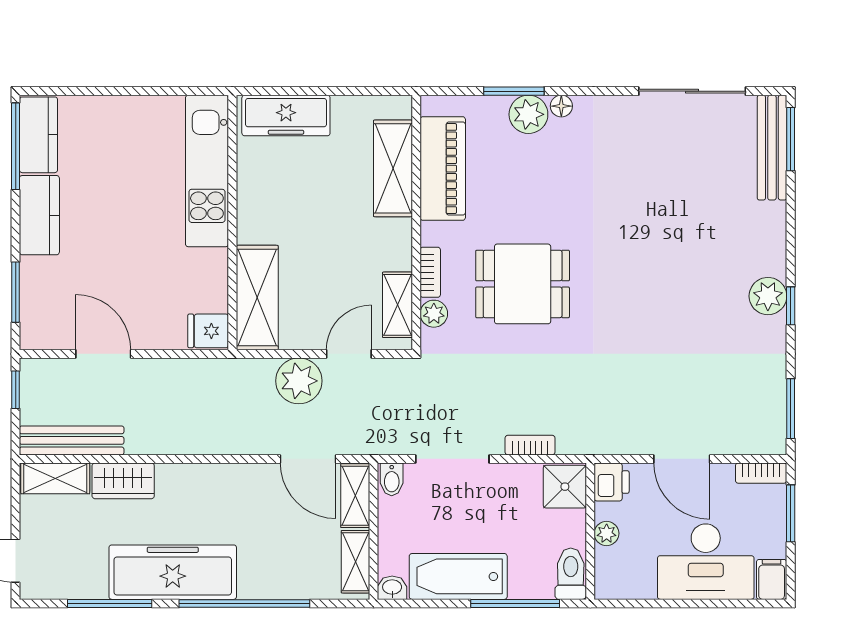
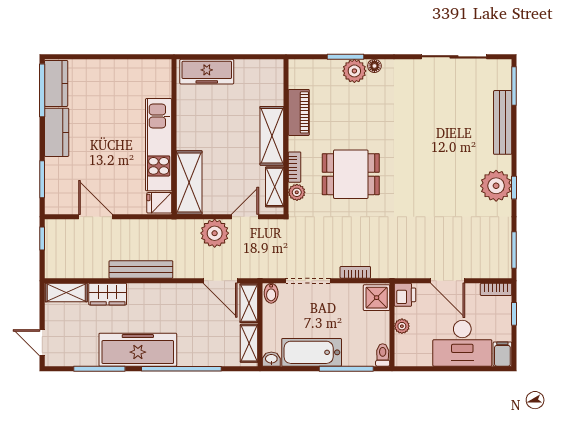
bench: (772, 148) -> (503, 122), moved
shelving: (393, 168) -> (272, 136), moved
piano: (443, 169) -> (299, 112), width x0.73, depth x0.75
kitchen unit: (207, 171) -> (159, 145), moved
plant: (768, 296) -> (496, 186), width x1.36, depth x1.36
bench: (72, 440) -> (141, 269), moved
window: (791, 513) -> (514, 314), width x0.67
toilet: (571, 574) -> (383, 355), width x0.73, depth x0.72

